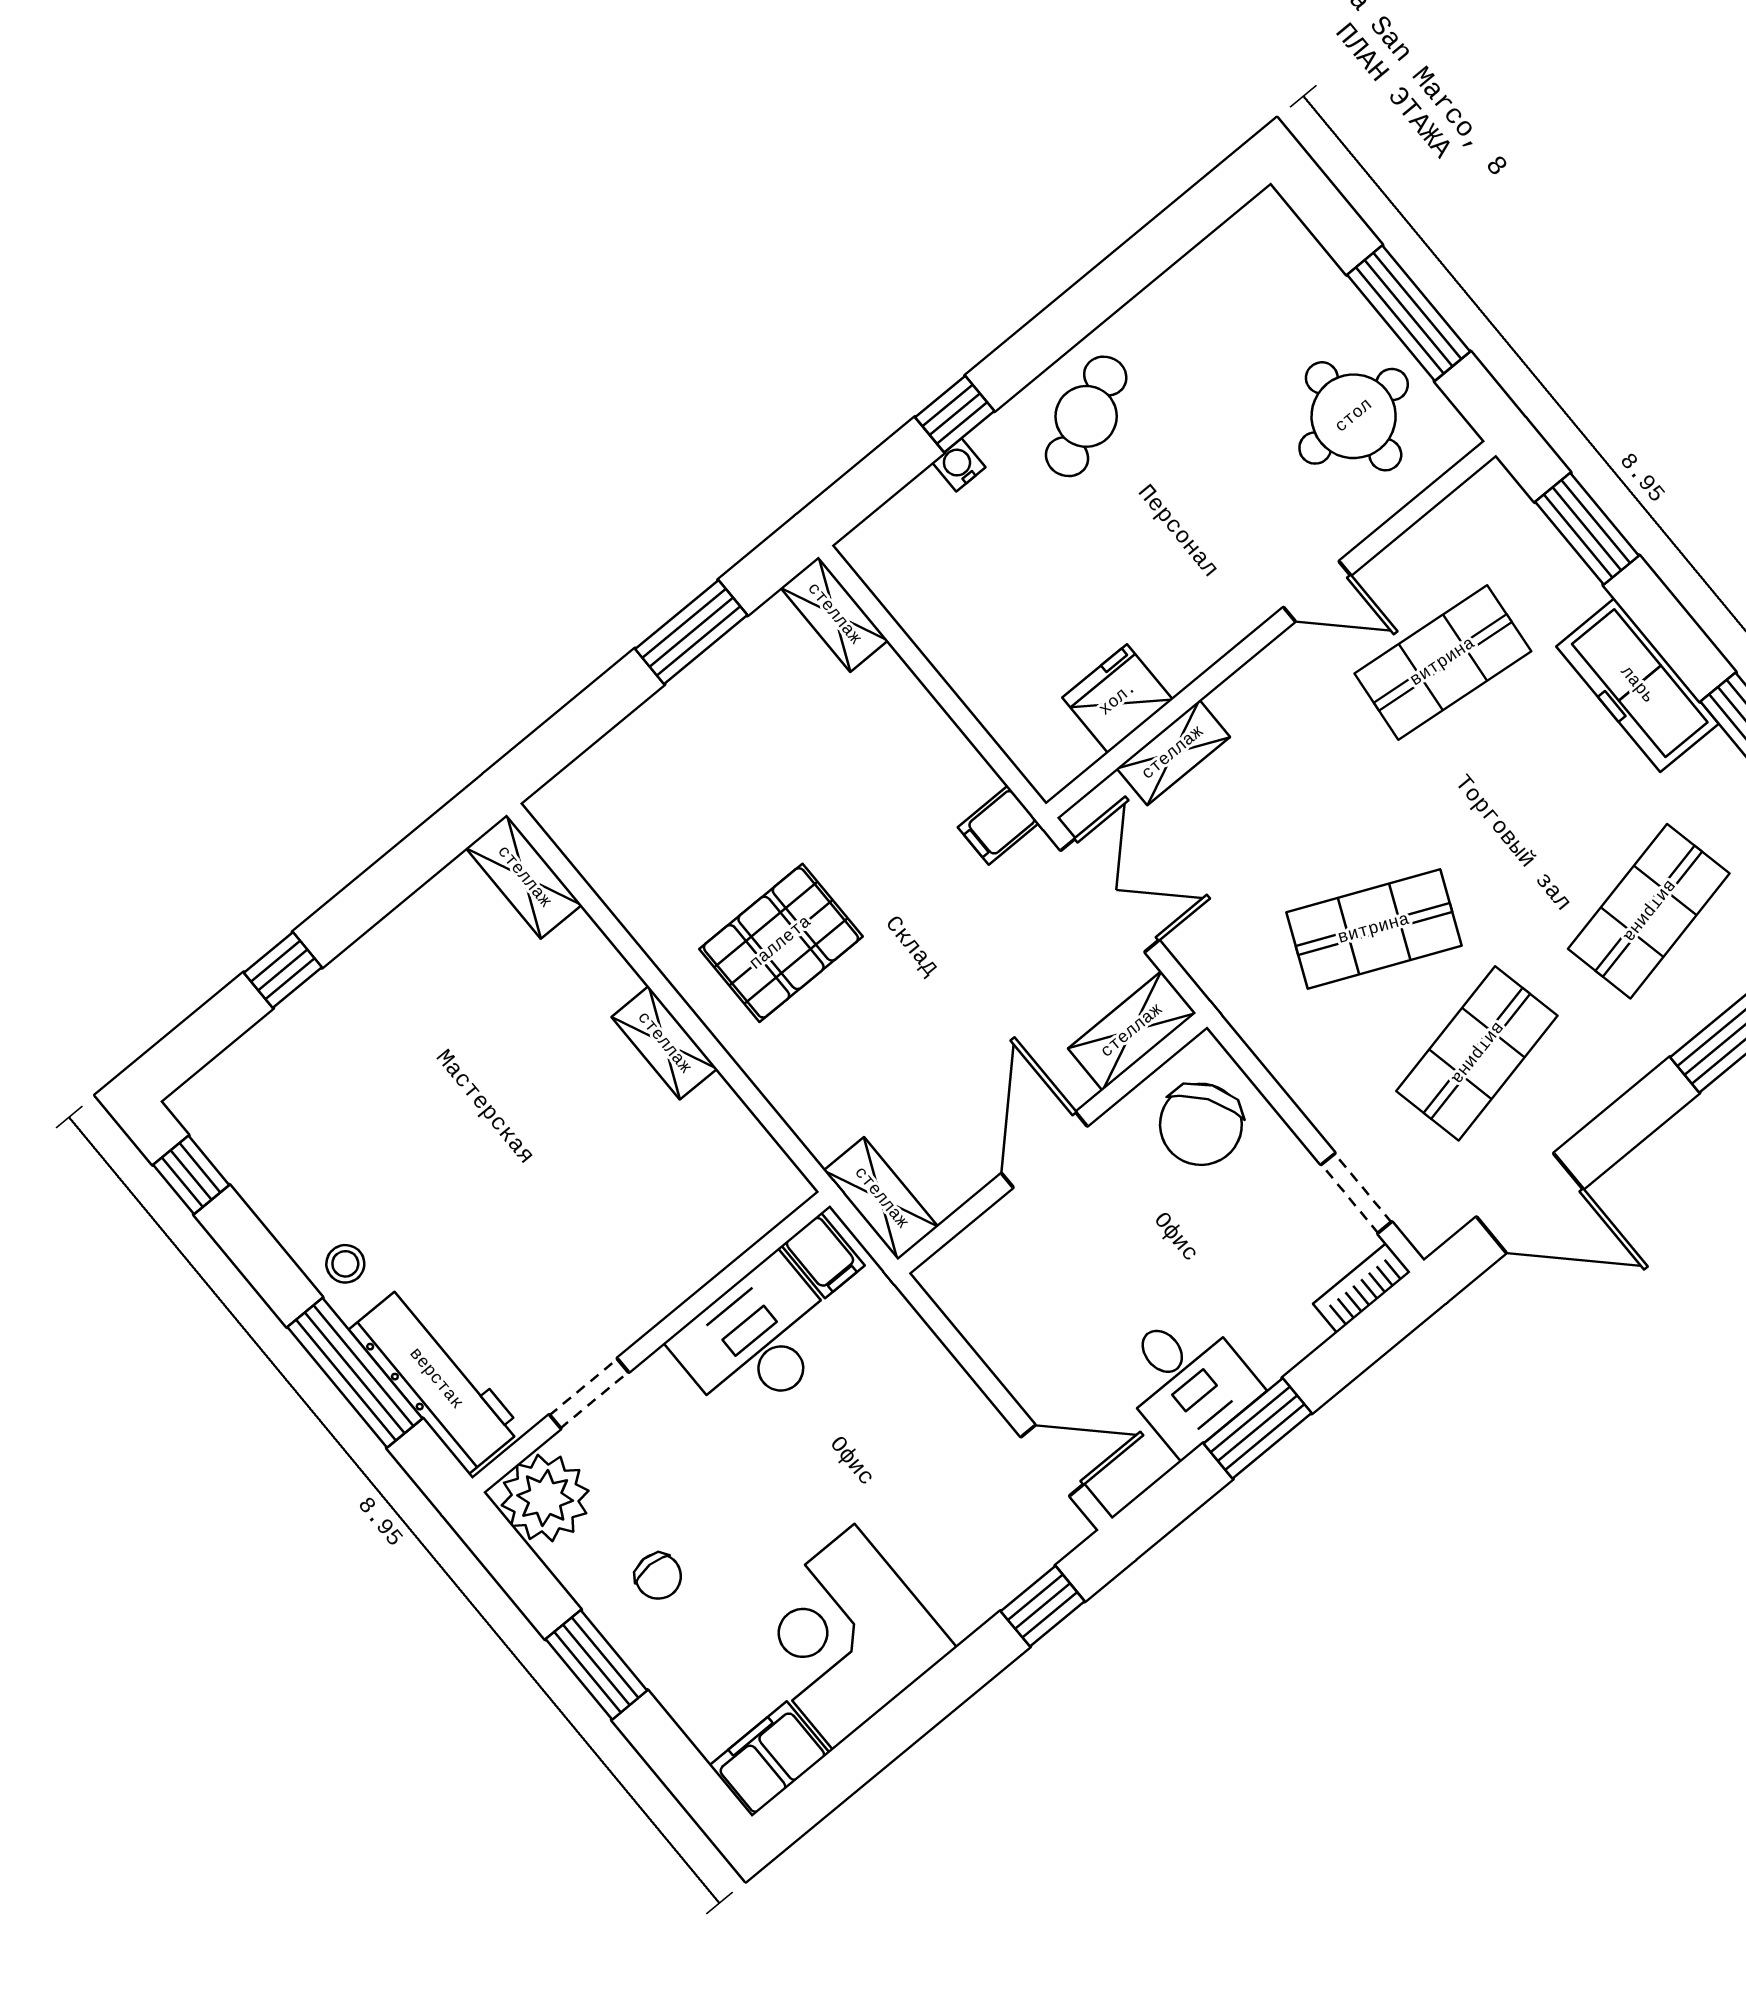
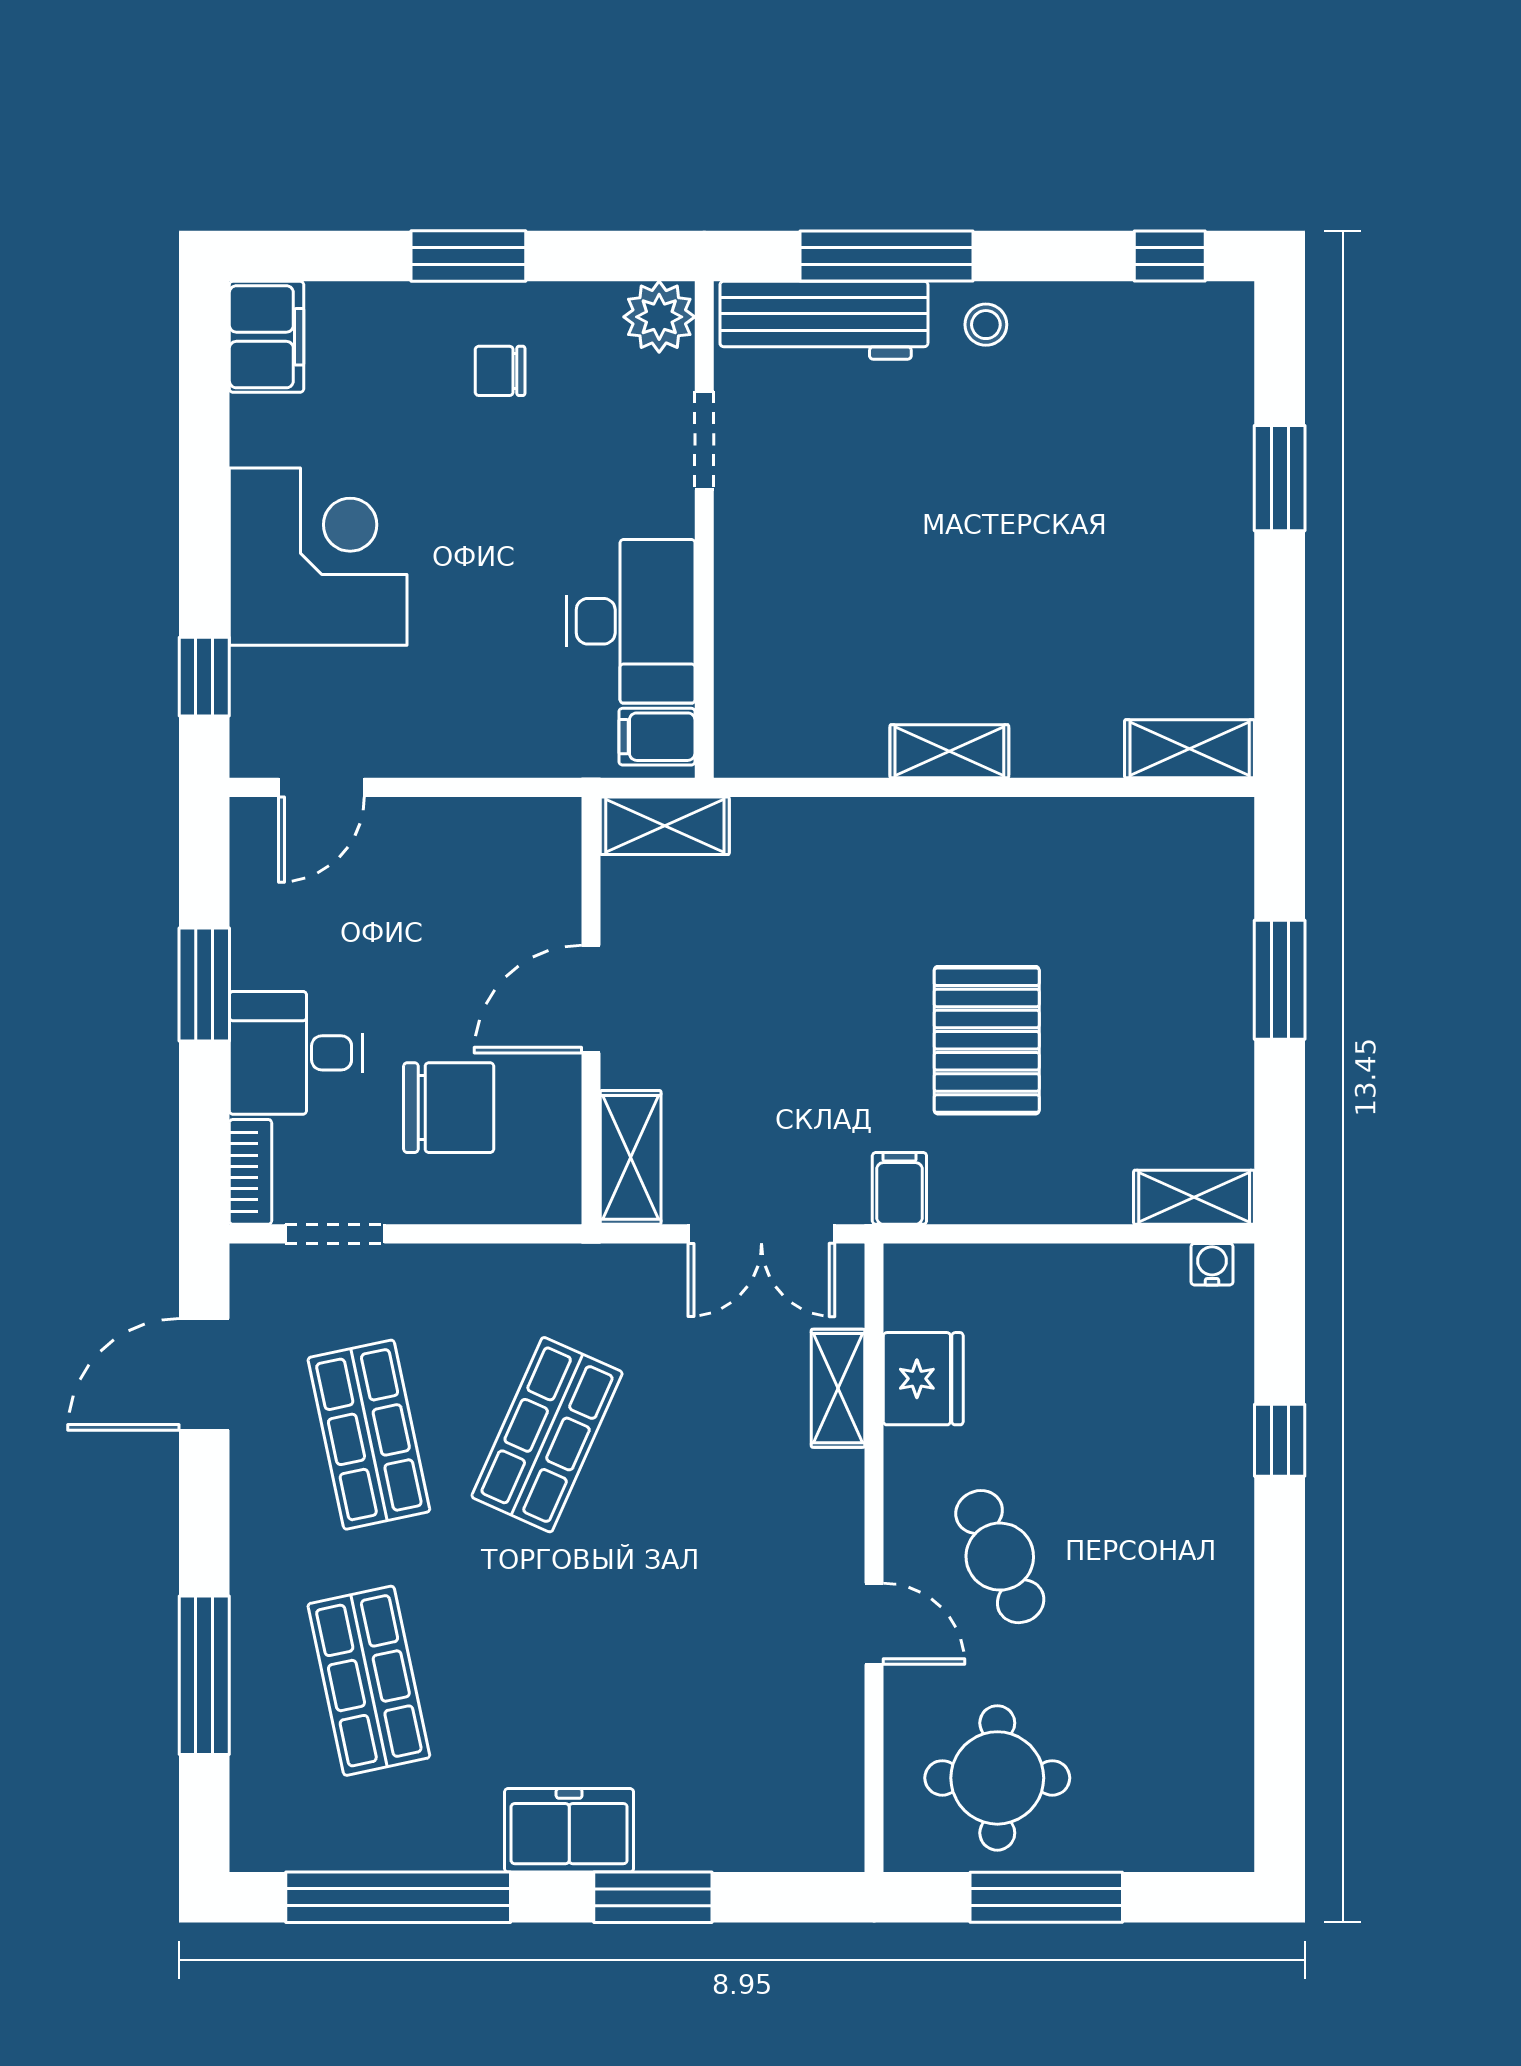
cafe table: (1086, 416) -> (1000, 1557), moved
water cooler: (959, 465) -> (1212, 1264), moved, turned -90
window: (1587, 529) -> (653, 1897), moved
door: (1317, 591) -> (874, 1624), swing flipped
window: (691, 632) -> (1280, 980), moved
shop shelf: (1443, 662) -> (725, 1681), removed
freezer: (1637, 685) -> (569, 1830), width x0.71
pallet: (781, 943) -> (987, 1040), moved
window: (283, 970) -> (1280, 478), width x1.50
chair: (1201, 1124) -> (449, 1108), moved, turned 124
door: (1044, 1150) -> (591, 999), swing flipped
desk: (1186, 1380) -> (296, 1053), moved
plant: (545, 1498) -> (659, 317), width x0.73, depth x0.73
corner desk: (844, 1637) -> (318, 557), moved

